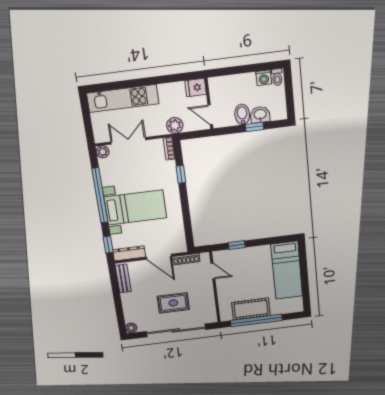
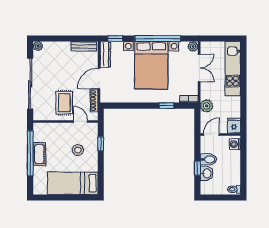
washing machine: (264, 78) -> (235, 144), moved
bed with nightstands: (135, 208) -> (151, 65), width x1.36
stool: (247, 270) -> (78, 150), added
door: (213, 271) -> (80, 122), swing flipped
rug: (173, 303) -> (64, 103), moved
cot: (251, 309) -> (39, 154), width x0.73, depth x0.75

